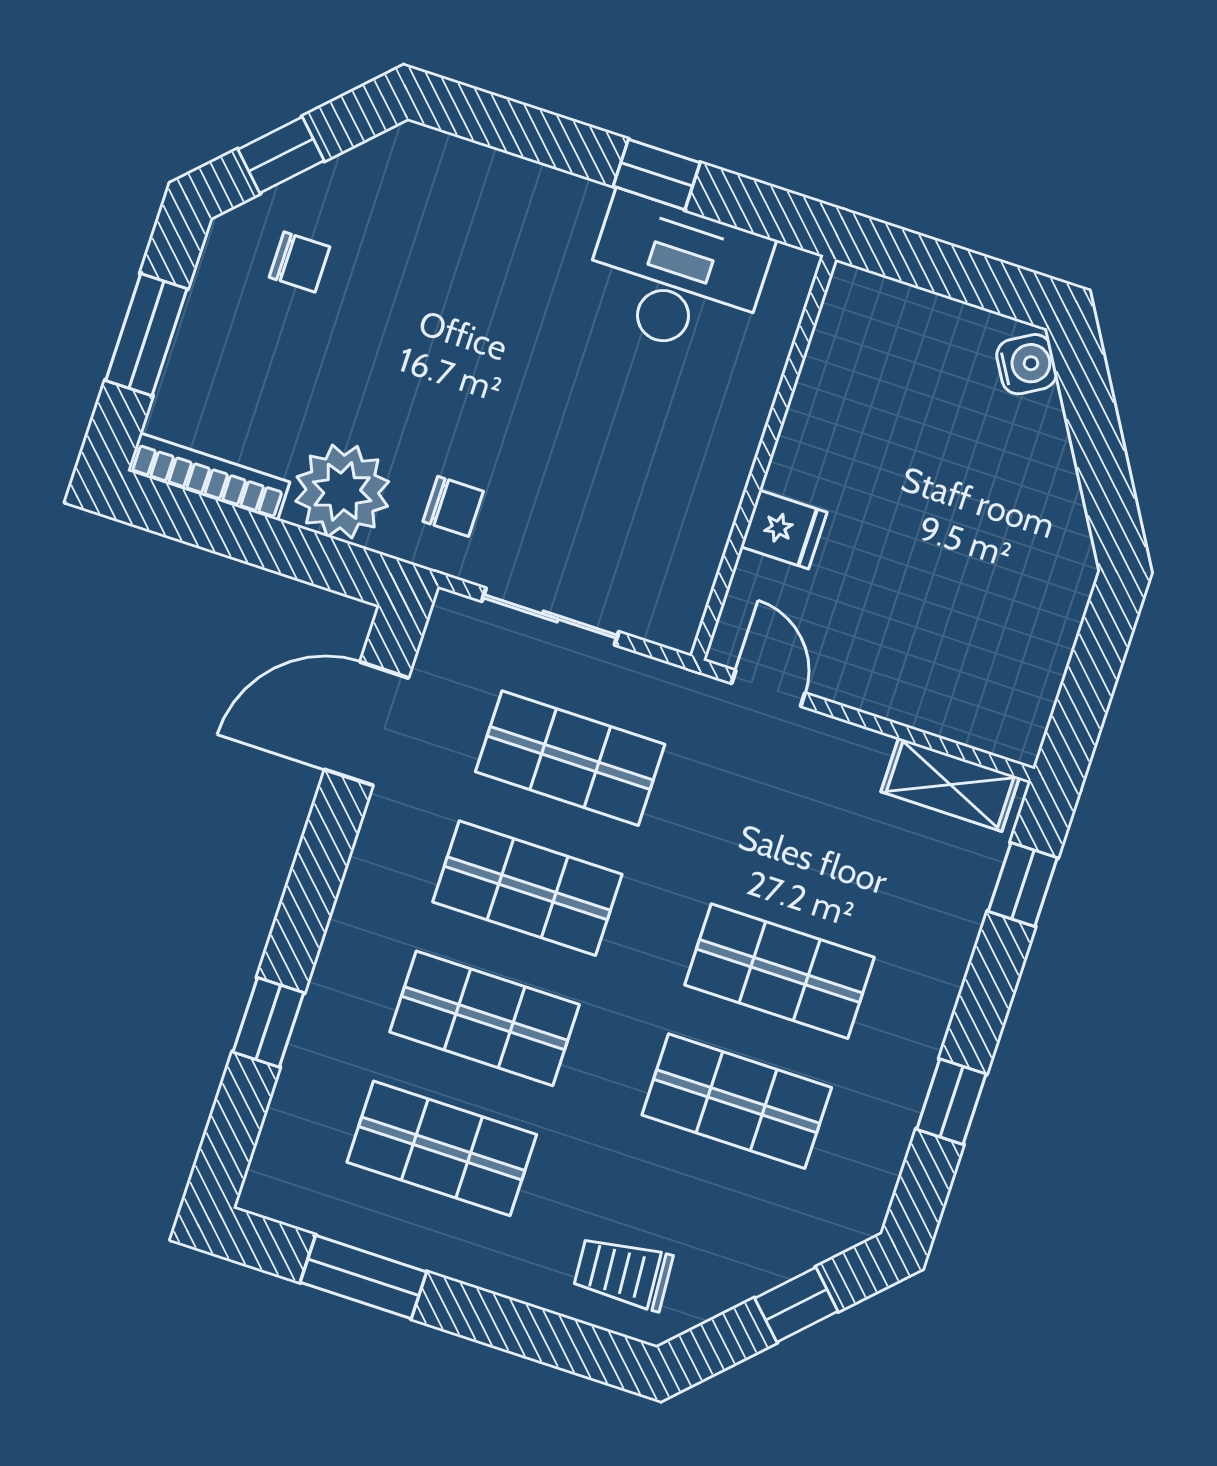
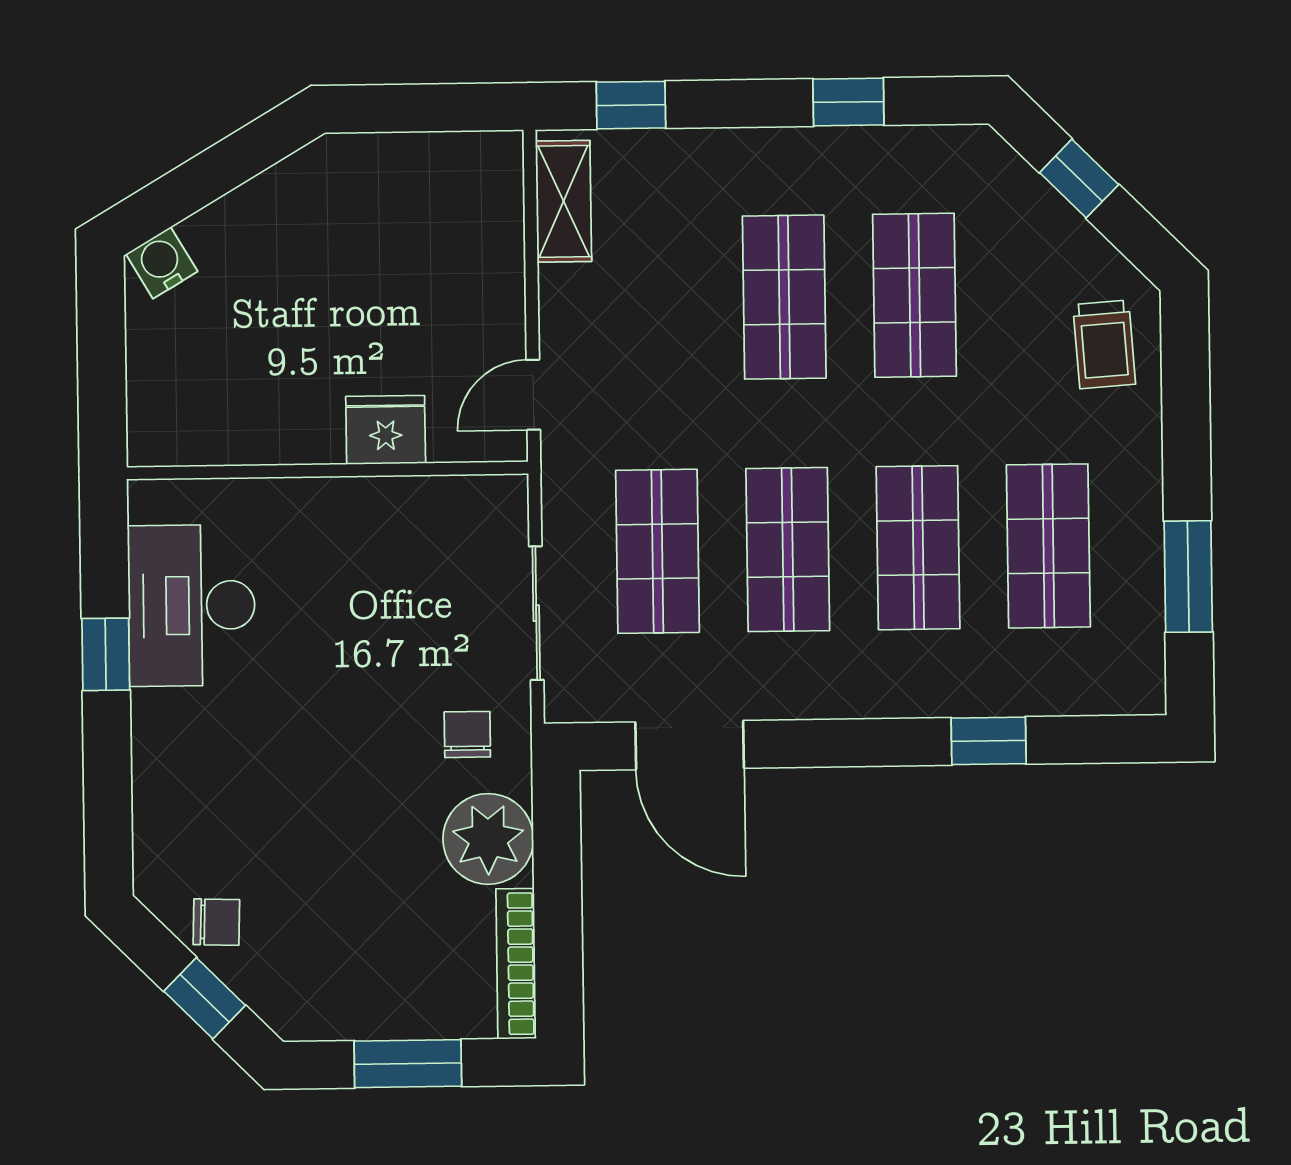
chair: (300, 262) -> (216, 922), moved, turned 92
fridge: (784, 529) -> (386, 430), width x1.38

